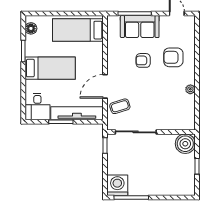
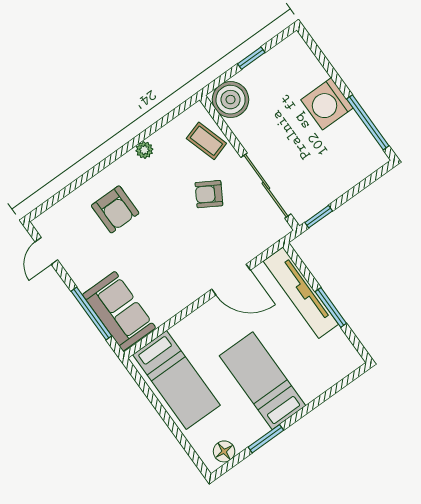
sofa: (140, 27) -> (119, 311), moved
armchair: (143, 60) -> (209, 194), moved, turned 121
coffee table: (120, 106) -> (206, 141), moved
desk: (37, 107) -> (333, 358), removed
washing machine: (117, 185) -> (327, 104), moved

